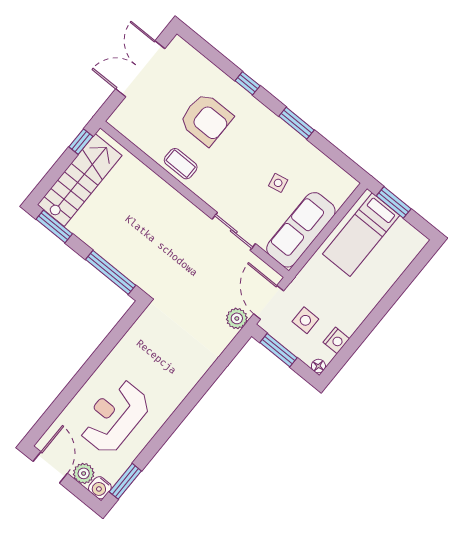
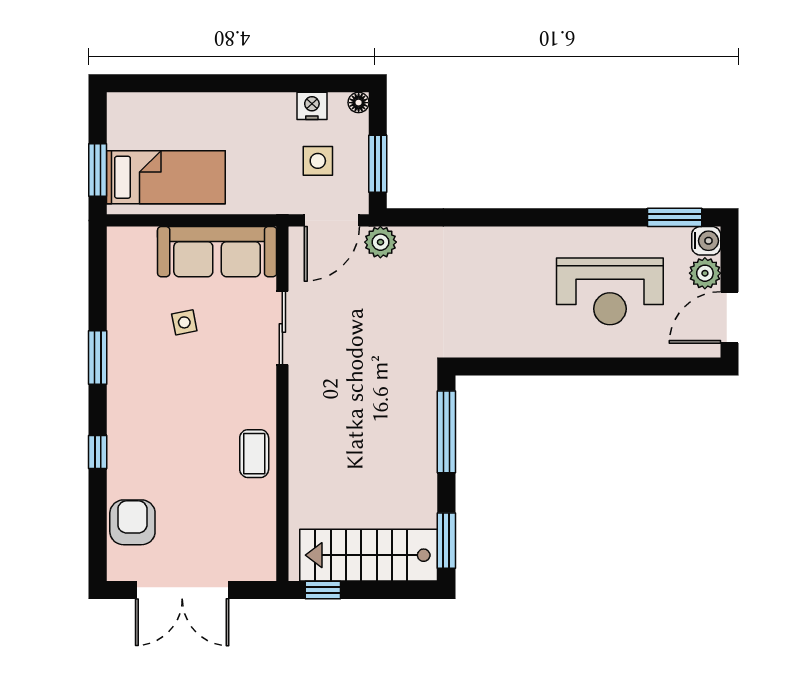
armchair: (206, 119) -> (132, 522), moved, width x0.73, depth x0.73

